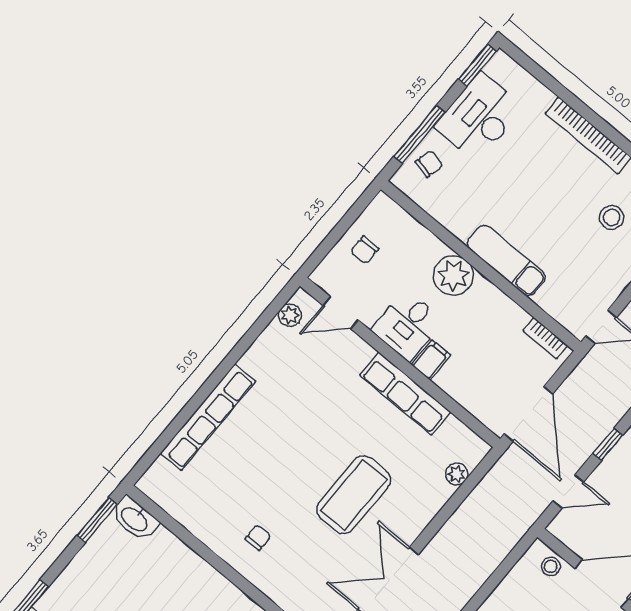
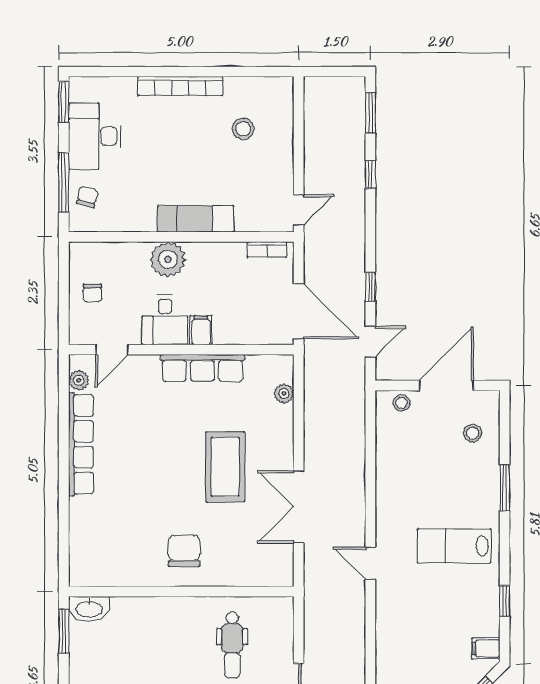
row of seats: (208, 417) -> (81, 444), moved
chair: (258, 537) -> (184, 551), width x1.87, depth x1.87

